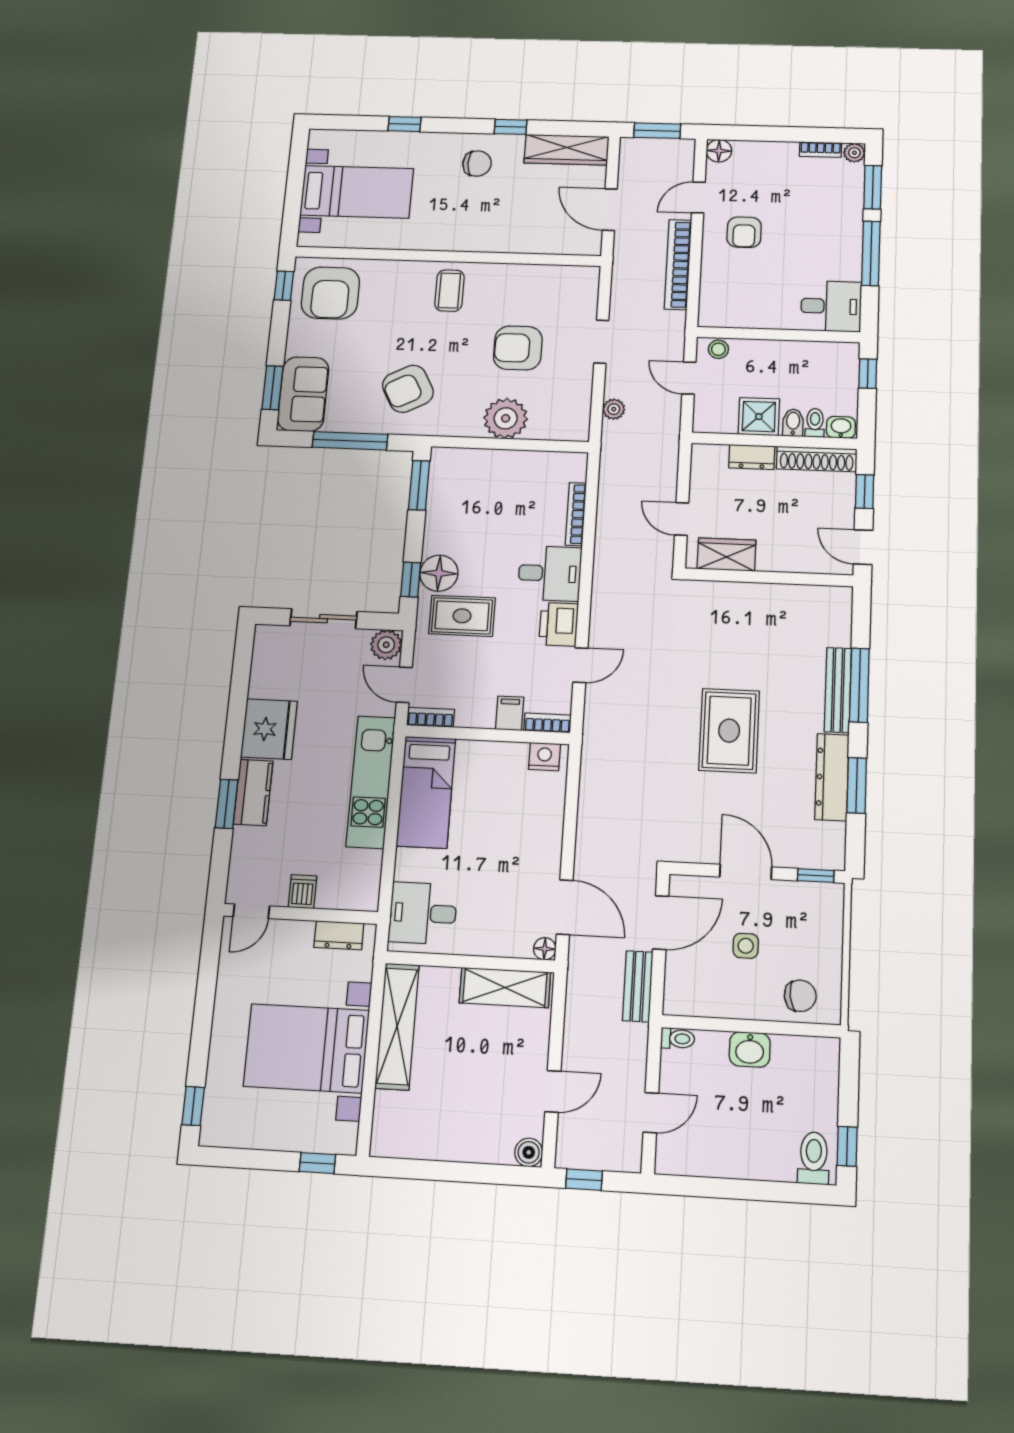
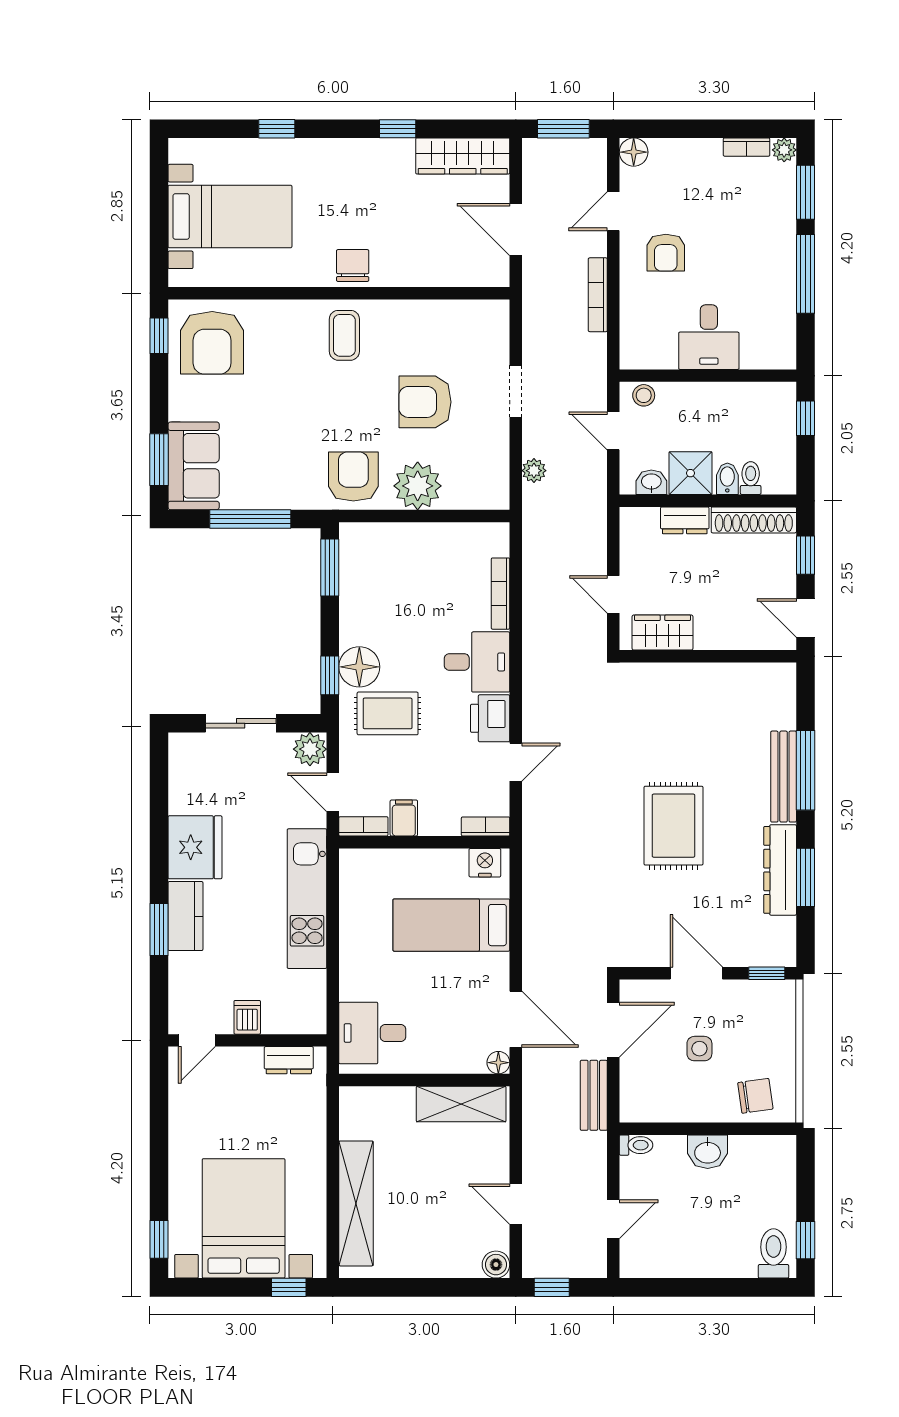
chair: (477, 164) -> (353, 266), moved, turned -90
bookcase: (678, 265) -> (598, 295), width x0.68, depth x0.76
desk: (831, 306) -> (709, 337), moved, turned 90
armchair: (408, 389) -> (353, 477), moved, turned 118
washbasin: (841, 427) -> (651, 482), moved
filing cabinet: (510, 713) -> (404, 818), moved
bed: (426, 792) -> (451, 925), moved, turned 90
shelving: (397, 1026) -> (356, 1203), moved
bed with nightstands: (306, 1048) -> (244, 1218), moved, turned 90
door: (553, 1091) -> (516, 1204), swing flipped

